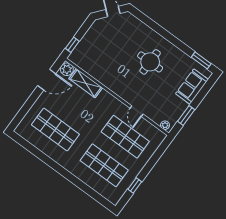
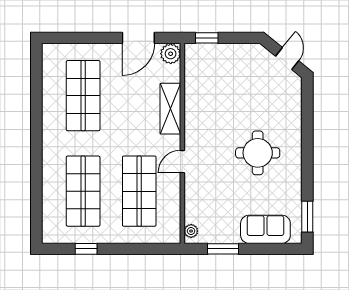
door: (47, 80) -> (138, 38), hinge flipped
shelving: (86, 83) -> (170, 109), moved
door: (137, 111) -> (182, 162), moved

